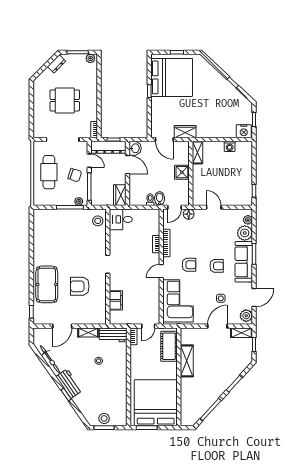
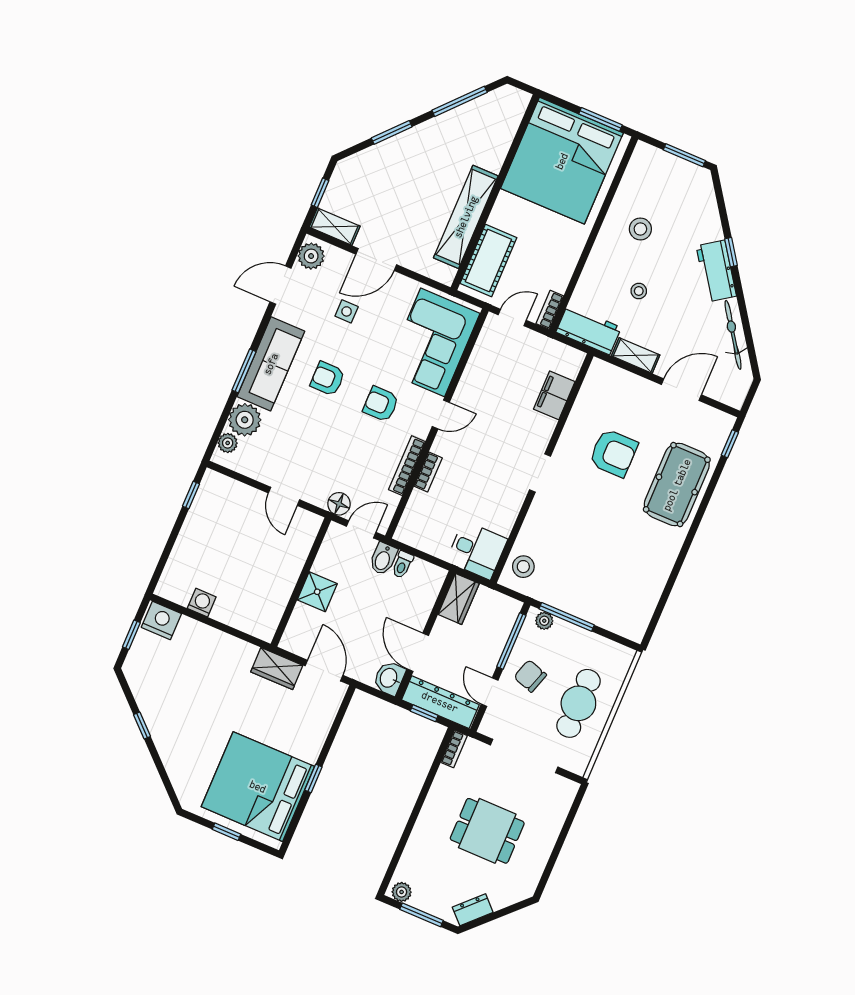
shelving: (197, 152) -> (270, 618), removed
shelving: (187, 361) -> (466, 217), width x1.47
stool: (104, 418) -> (640, 229), moved

